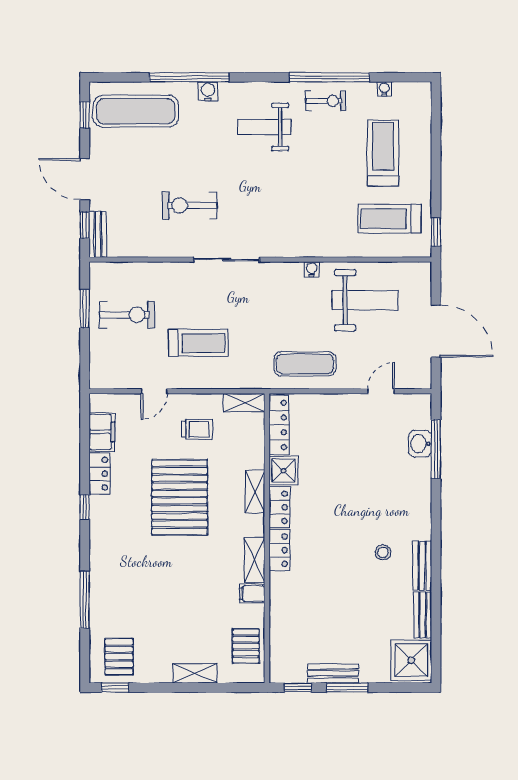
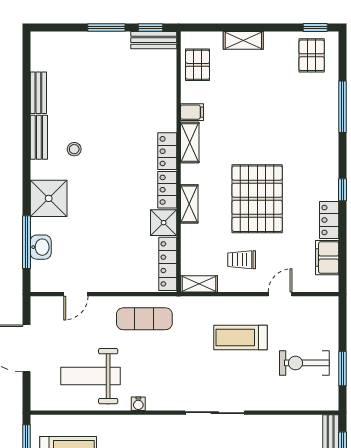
shower: (411, 660) -> (49, 198), moved
bench: (333, 674) -> (154, 40), moved

